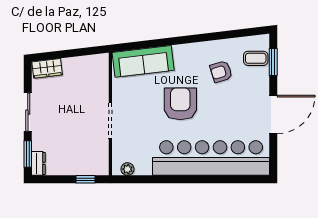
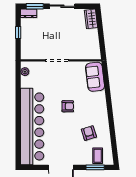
sofa: (143, 61) -> (95, 77), width x0.73
armchair: (180, 104) -> (68, 106), width x0.53, depth x0.53
window: (86, 179) -> (18, 32), moved

